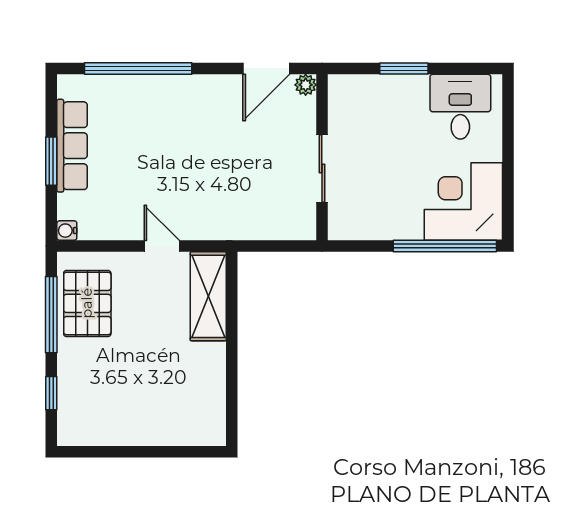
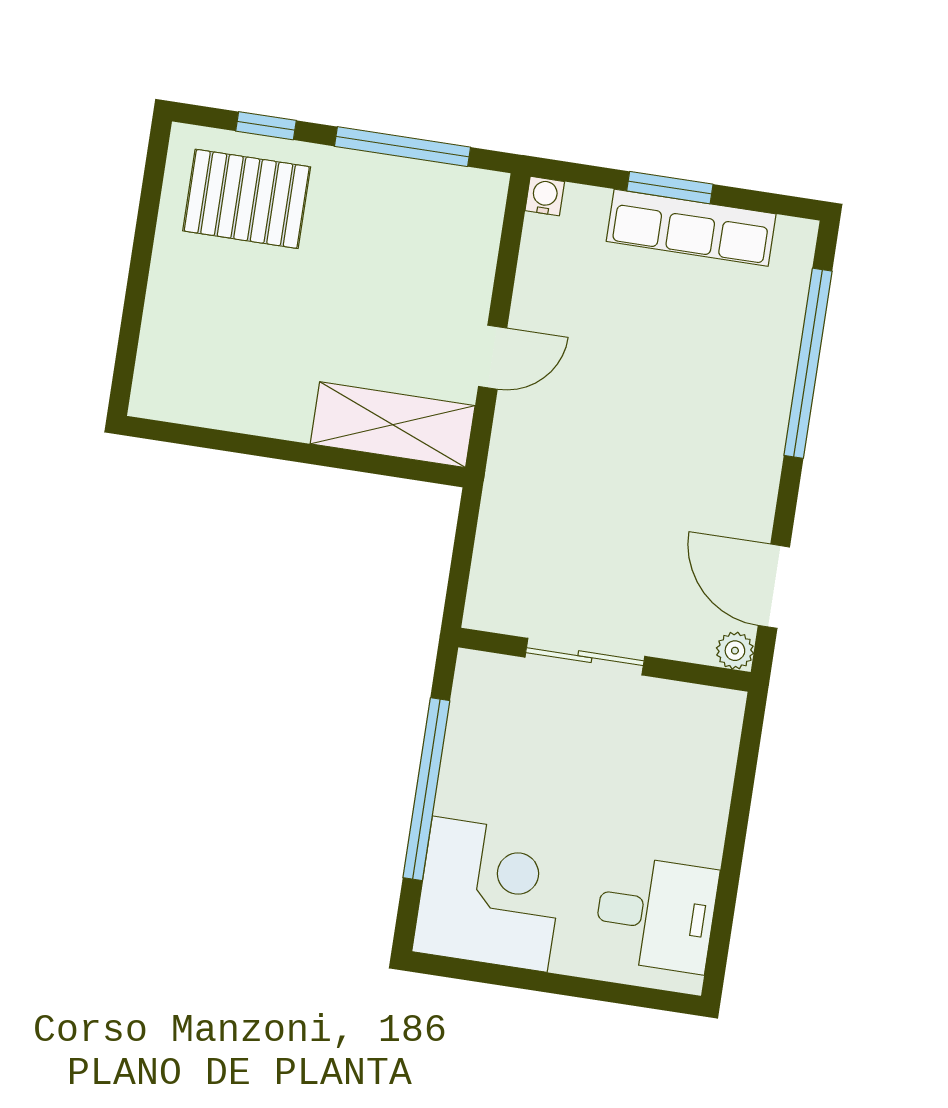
window: (404, 68) -> (737, 826), removed
window: (445, 246) -> (426, 789), moved
pallet: (87, 303) -> (247, 199), moved

